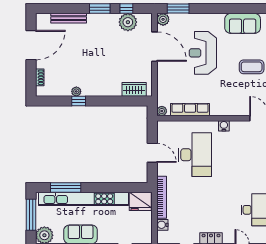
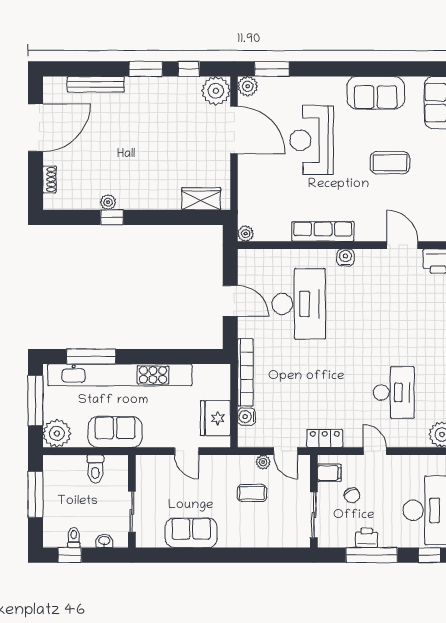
plant: (128, 22) -> (216, 91), moved
row of seats: (190, 110) -> (323, 231), moved
fridge: (140, 201) -> (215, 418), moved, turned 90

